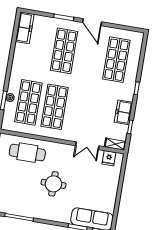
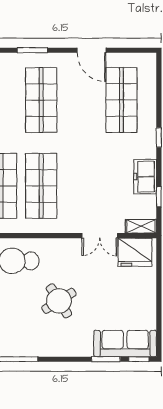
door: (92, 22) -> (92, 50), moved
fridge: (109, 158) -> (135, 252), width x1.88, depth x1.34
round table: (53, 184) -> (59, 301), turned -32

